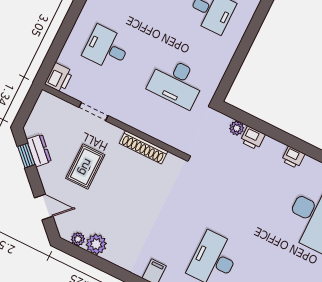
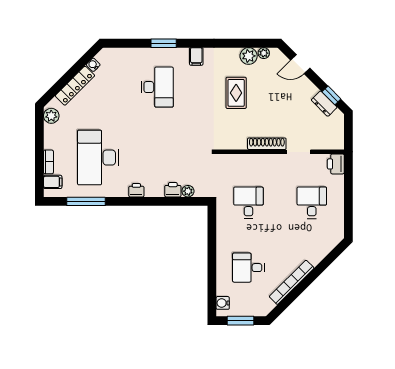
desk: (106, 48) -> (312, 203), turned -90
desk: (176, 83) -> (248, 203), width x0.73
shoe rack: (144, 147) -> (267, 144), moved
rug: (85, 167) -> (236, 93), moved

